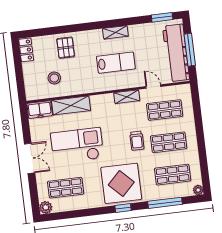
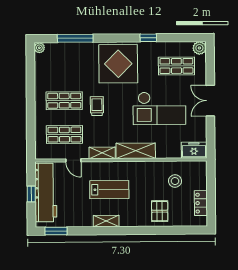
locker: (26, 50) -> (201, 203), moved
window: (190, 50) -> (31, 194), width x0.46
lab bench: (116, 63) -> (109, 190), turned 180
shelving: (71, 105) -> (136, 151), moved
shop shelf: (173, 175) -> (64, 67), removed
window: (123, 208) -> (148, 38), moved

